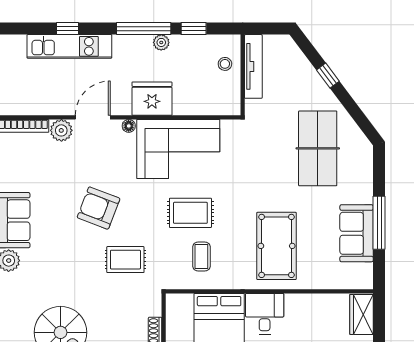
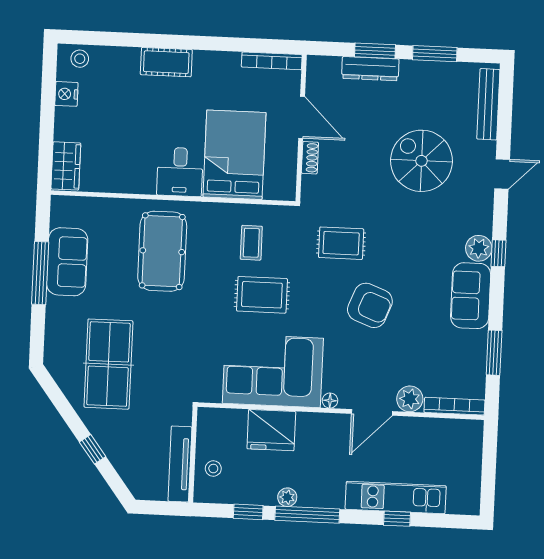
fridge: (152, 99) -> (271, 430), moved

